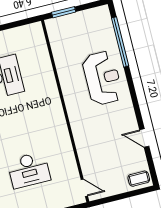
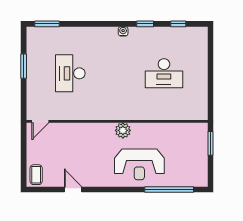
plant: (73, 103) -> (123, 130), added
door: (144, 138) -> (73, 189), hinge flipped

